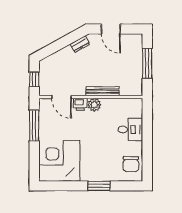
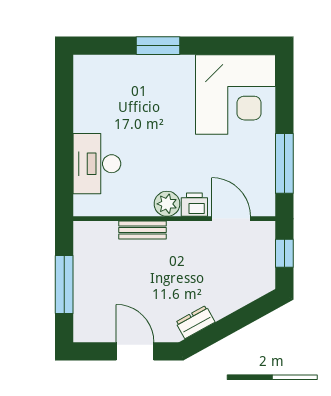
bench: (102, 91) -> (143, 230), width x0.73
desk: (130, 130) -> (97, 164), width x1.37
chair: (131, 164) -> (96, 88), removed

